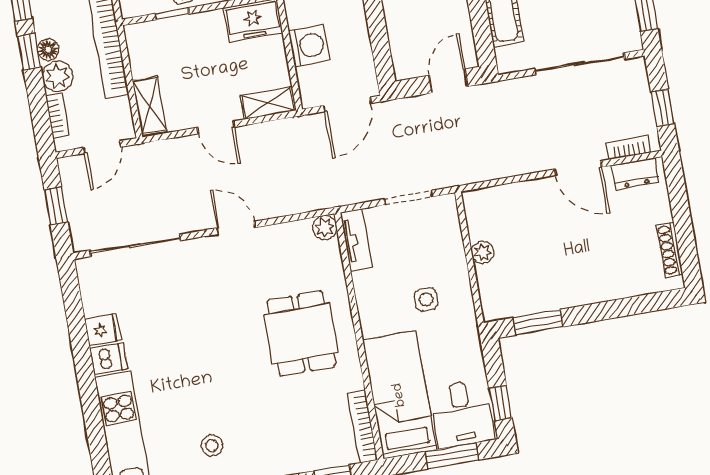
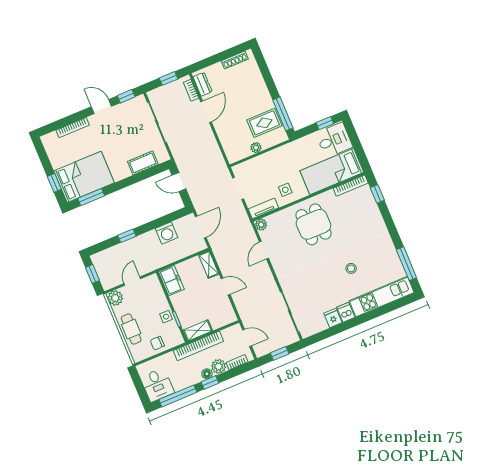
washing machine: (309, 46) -> (167, 233), moved, turned 180
door: (347, 104) -> (201, 227), hinge flipped
shelving: (150, 106) -> (198, 330), moved
door: (216, 127) -> (226, 286), hinge flipped
door: (236, 228) -> (264, 250), moved
rug: (529, 281) -> (264, 123), added
side table: (426, 299) -> (285, 190), moved
window: (538, 322) -> (283, 114), width x1.44
dining table: (301, 334) -> (313, 224), turned 90
stool: (212, 445) -> (351, 268), moved
window: (452, 456) -> (355, 140), removed

